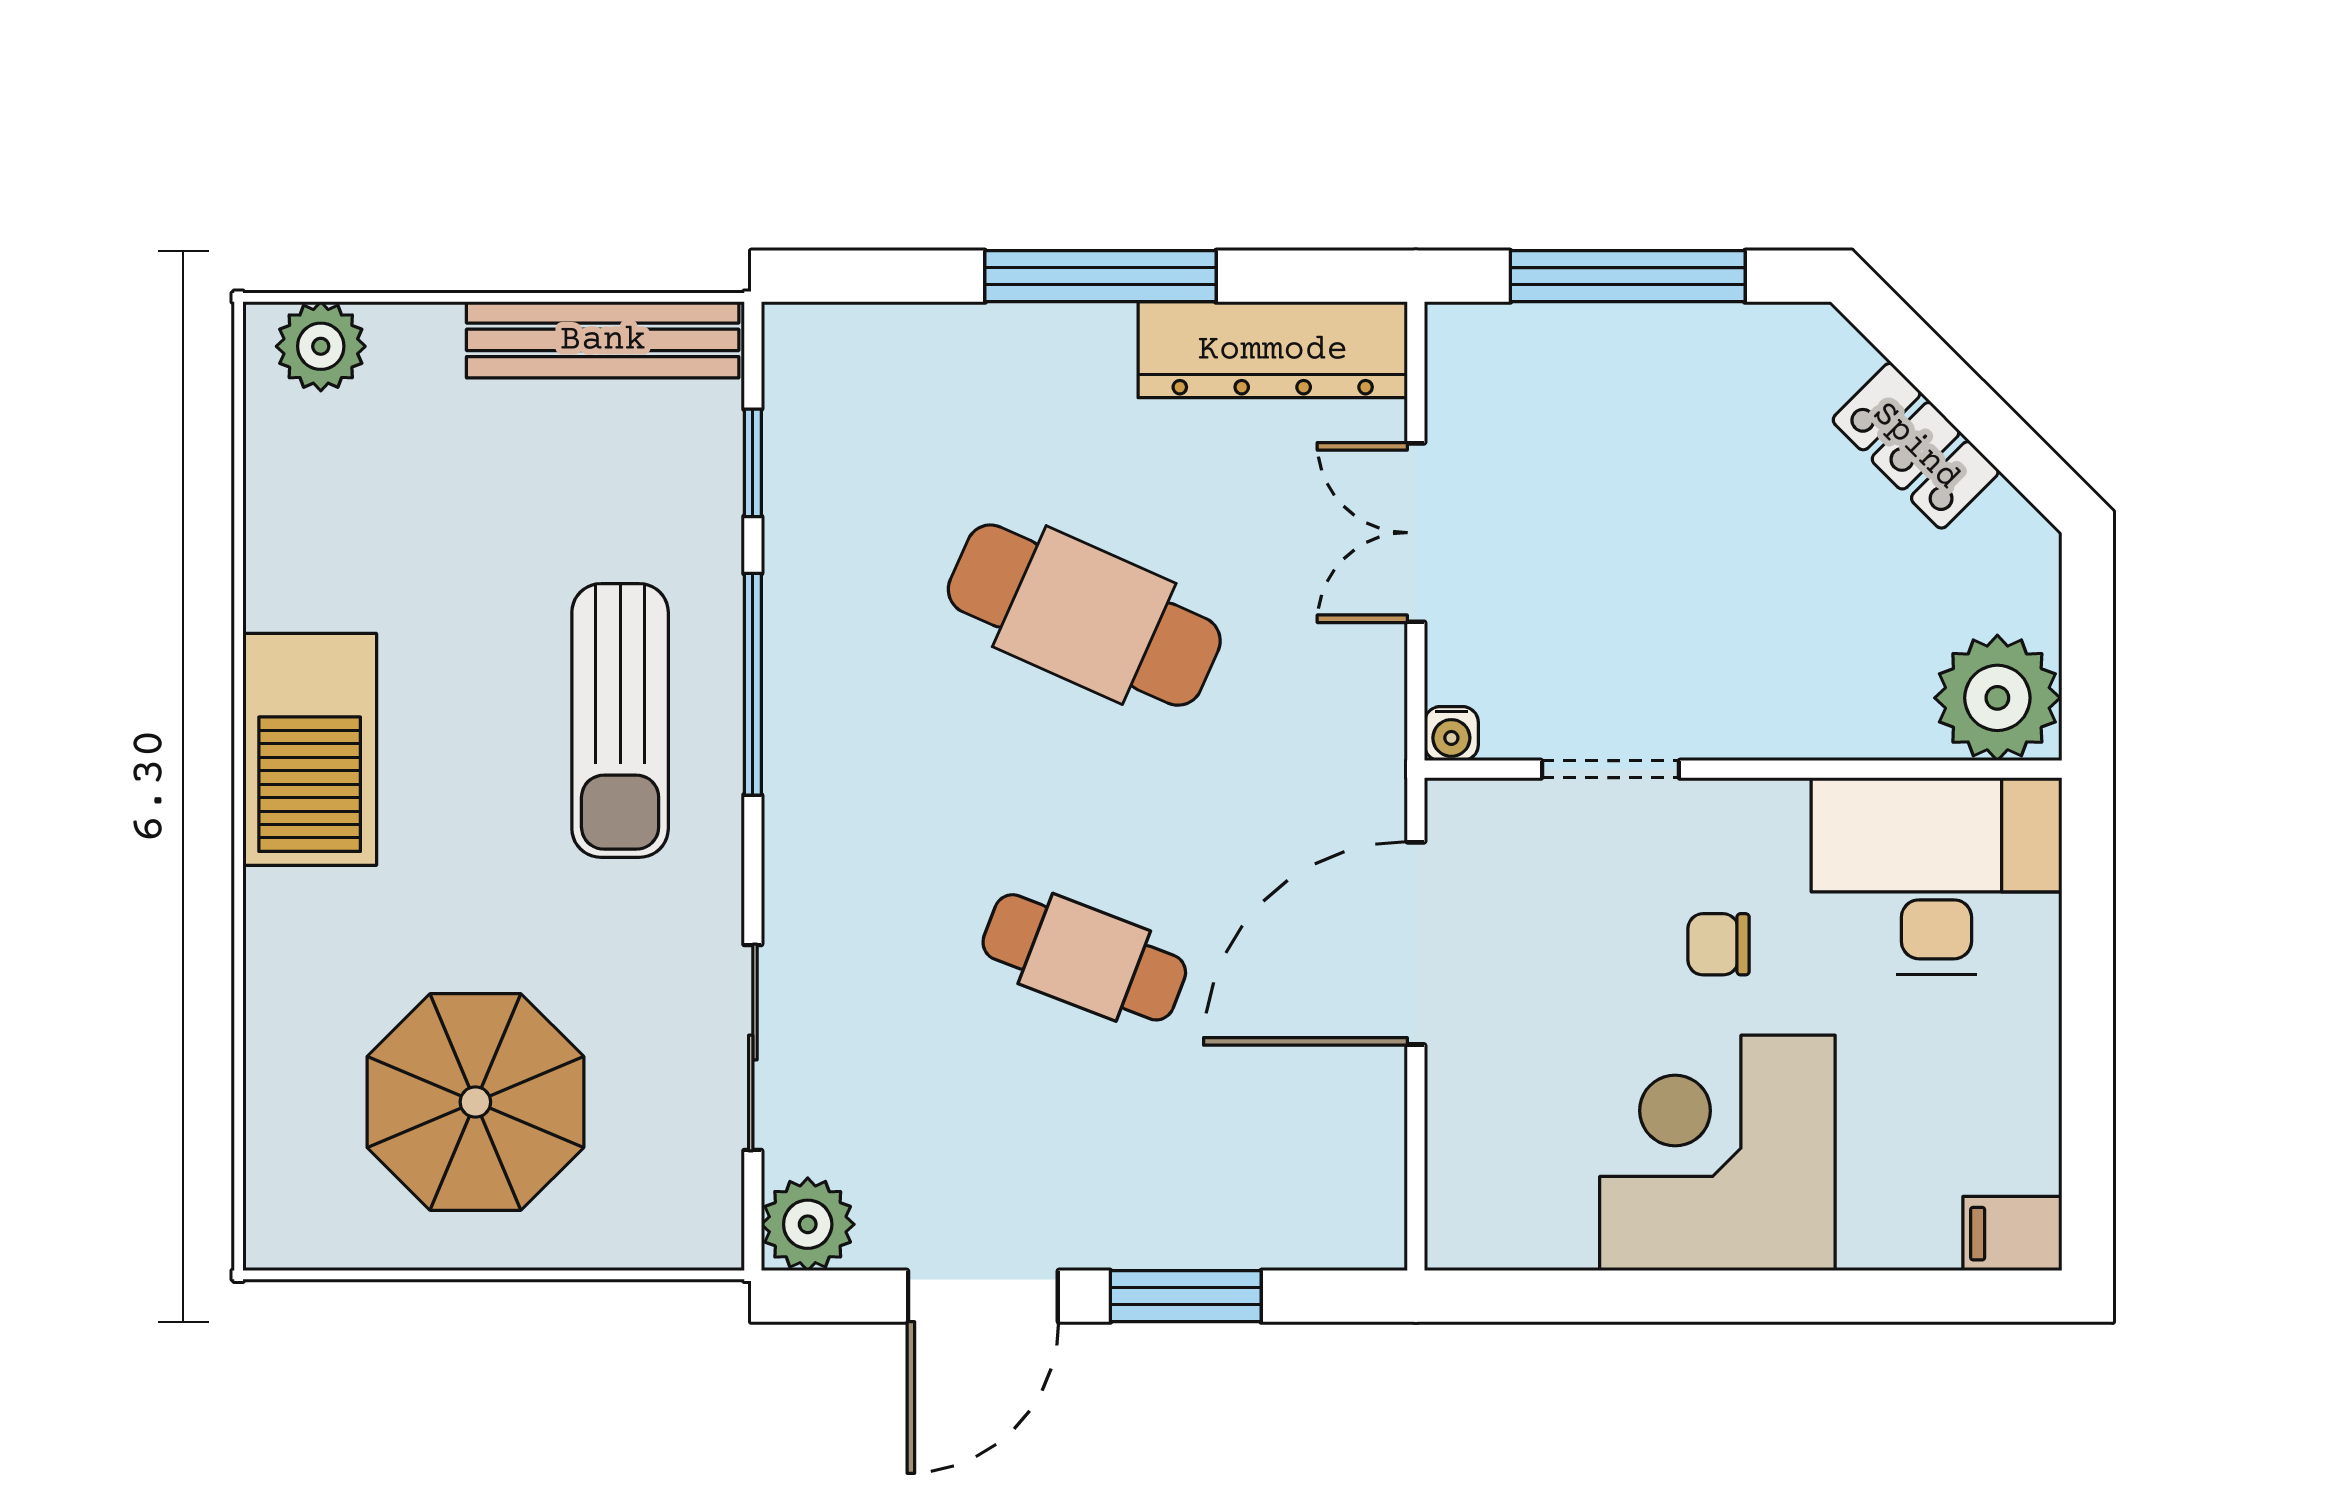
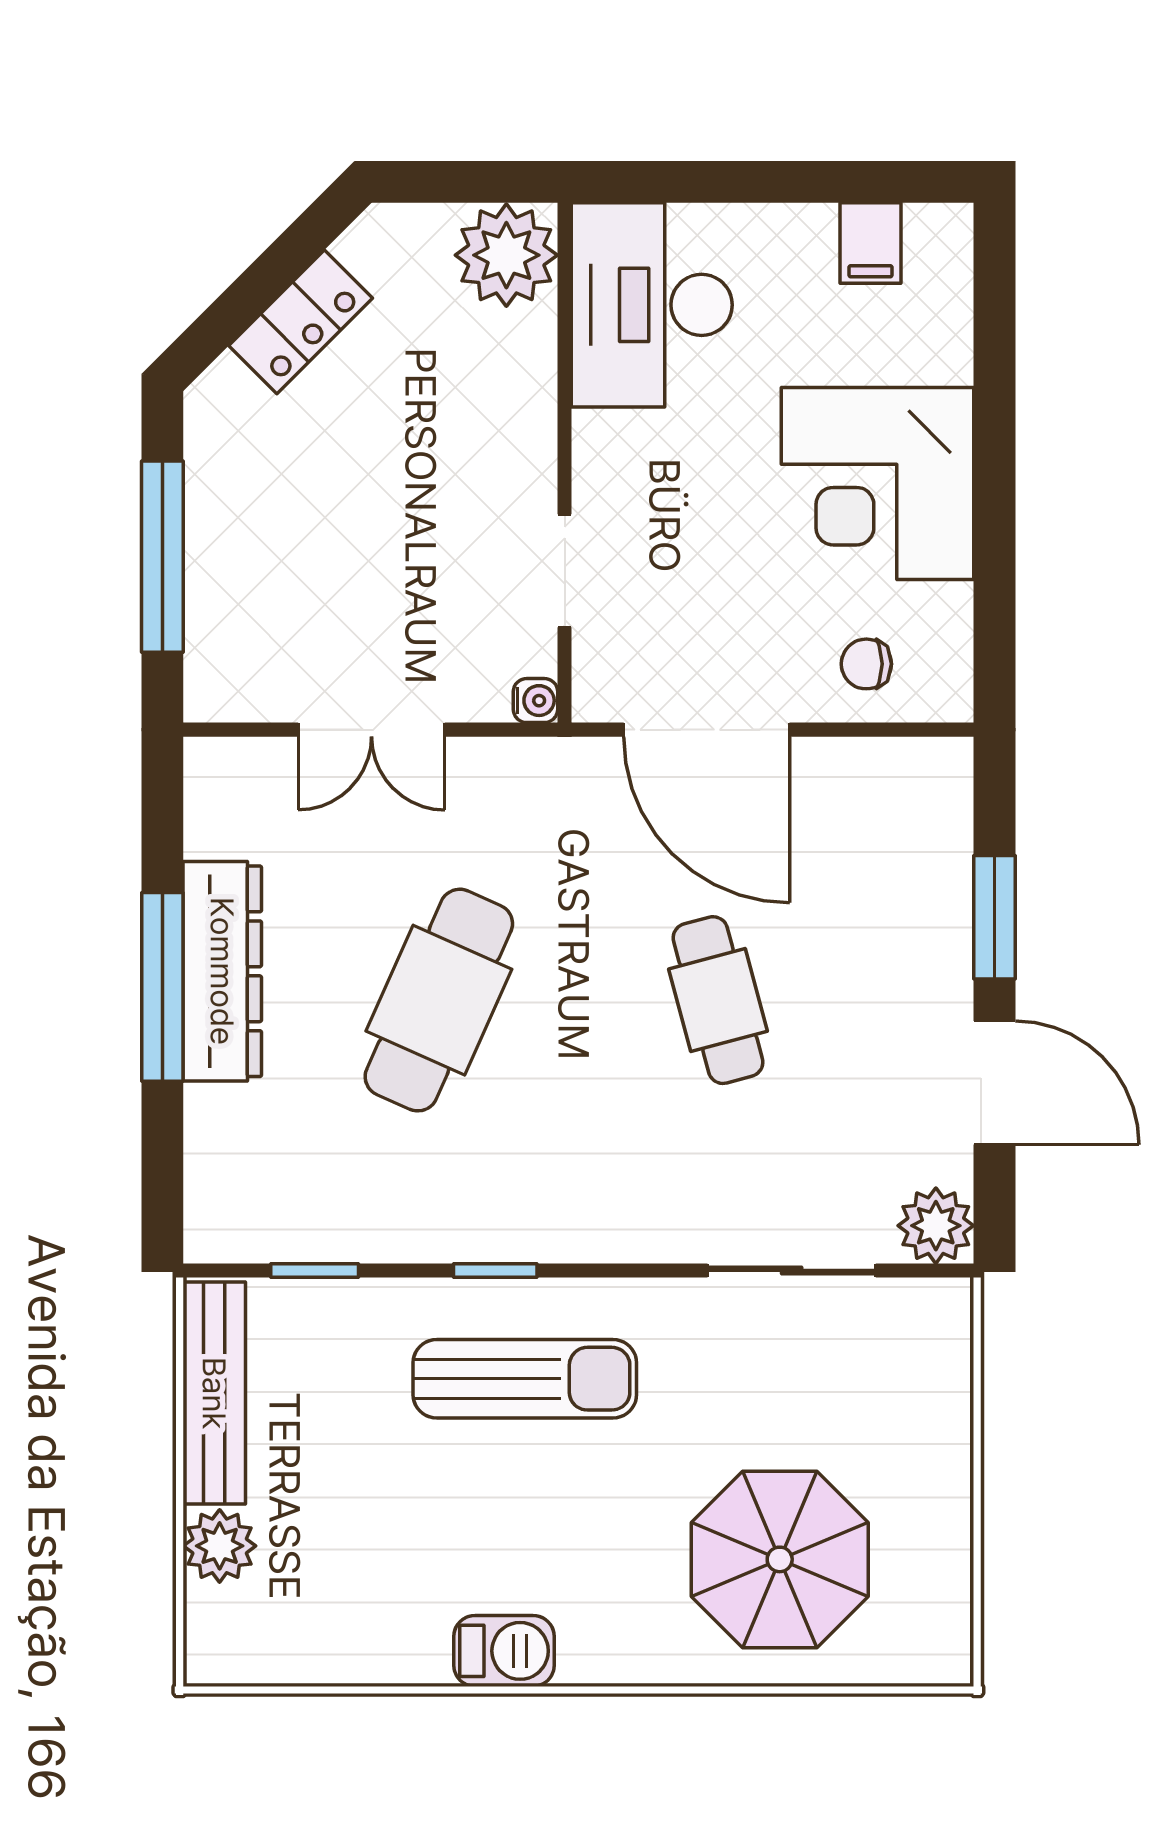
plant: (321, 346) -> (220, 1546), moved
dresser: (1273, 350) -> (222, 971), moved
window: (753, 684) -> (495, 1270), width x0.46
barbecue: (310, 749) -> (504, 1651), width x0.53, depth x0.65
chair: (1719, 944) -> (866, 664), moved, turned 90
cafe table: (1084, 957) -> (718, 1000), turned -36
parasol: (475, 1102) -> (780, 1559), moved
filing cabinet: (2012, 1234) -> (870, 243), moved

